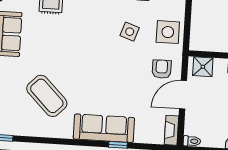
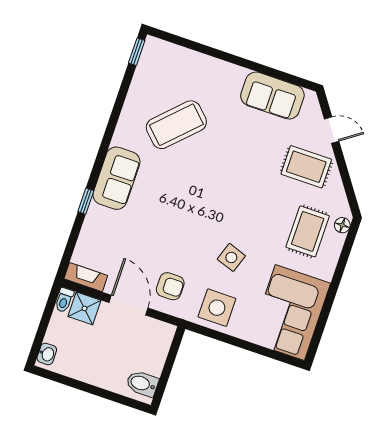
shower: (203, 67) -> (84, 308), moved
sofa: (104, 128) -> (116, 178), width x0.73

